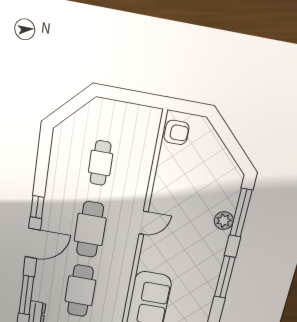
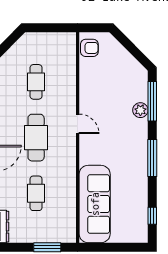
door: (144, 223) -> (78, 124), hinge flipped
cafe table: (80, 291) -> (36, 193), width x0.73, depth x0.74

